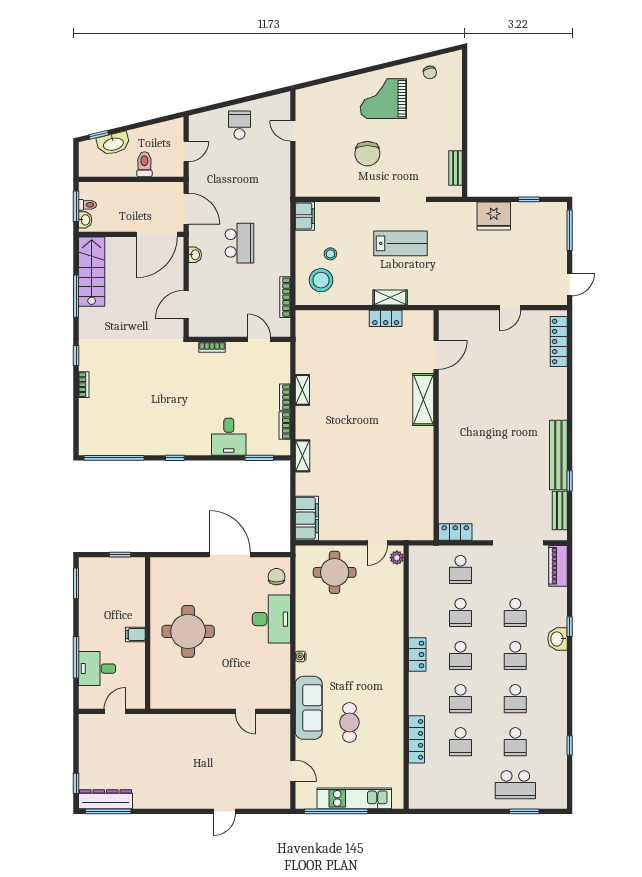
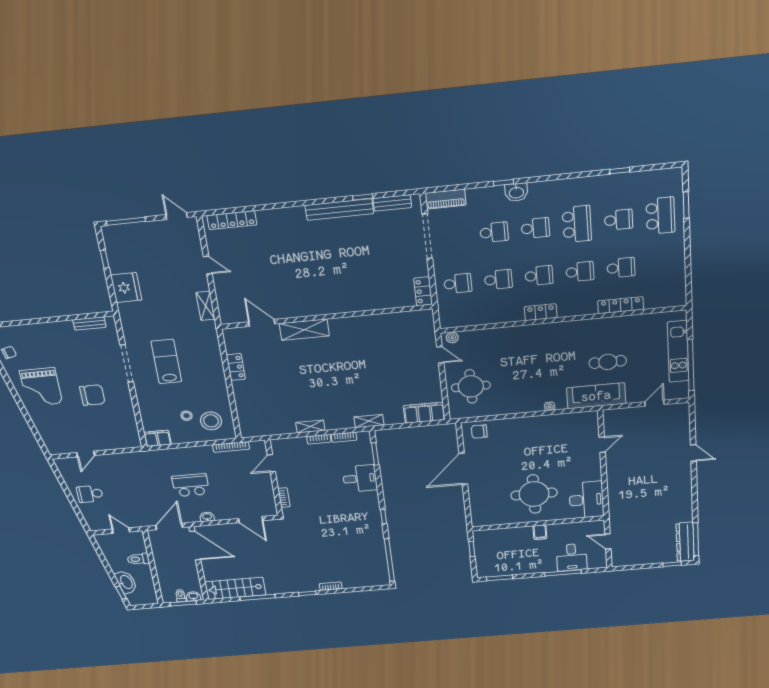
shelving: (390, 298) -> (206, 306), moved
desk: (271, 619) -> (586, 500), moved, turned 90
school desk: (515, 699) -> (577, 224), width x1.85

